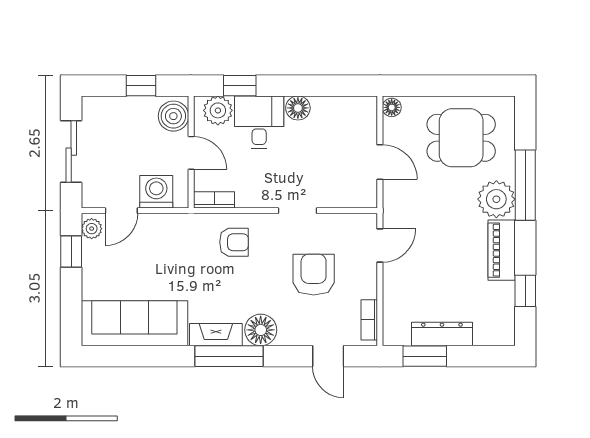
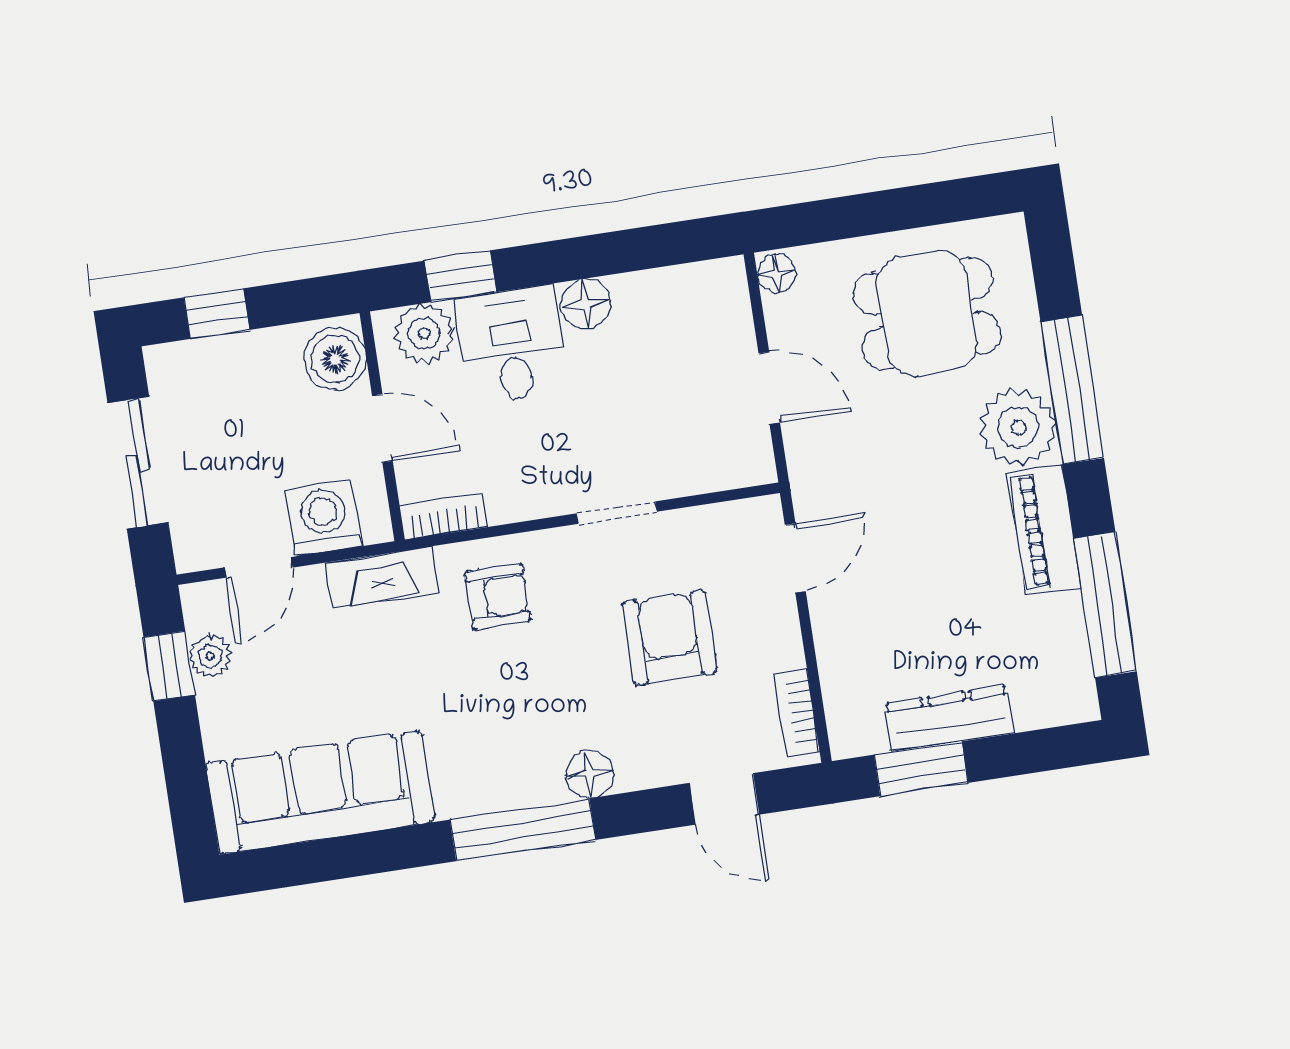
window: (141, 86) -> (217, 314), moved
plant: (92, 229) -> (210, 656), moved
window: (525, 291) -> (1105, 605), width x2.17
floor lamp: (261, 330) -> (589, 774), width x0.73, depth x0.73
fireplace: (216, 335) -> (382, 577), moved, turned 180

